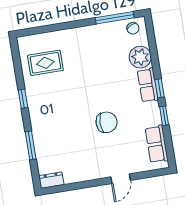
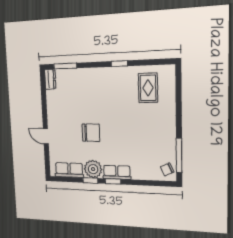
plant: (140, 57) -> (93, 169), moved
chair: (107, 122) -> (91, 133), turned -90
window: (31, 145) -> (65, 66), moved

